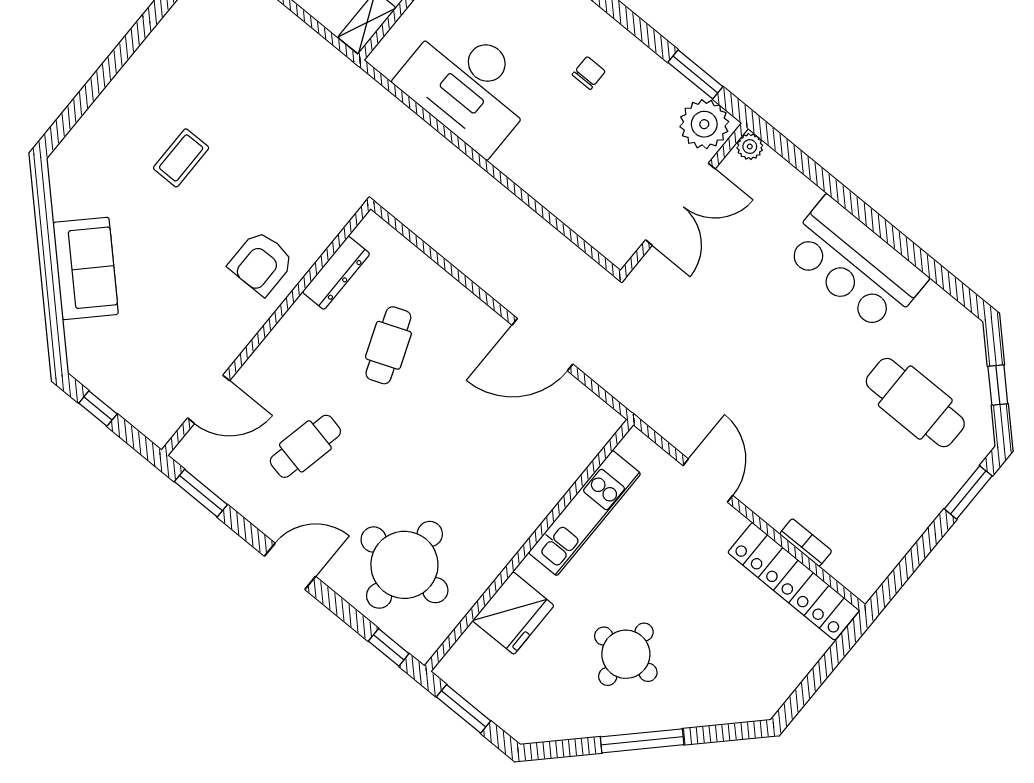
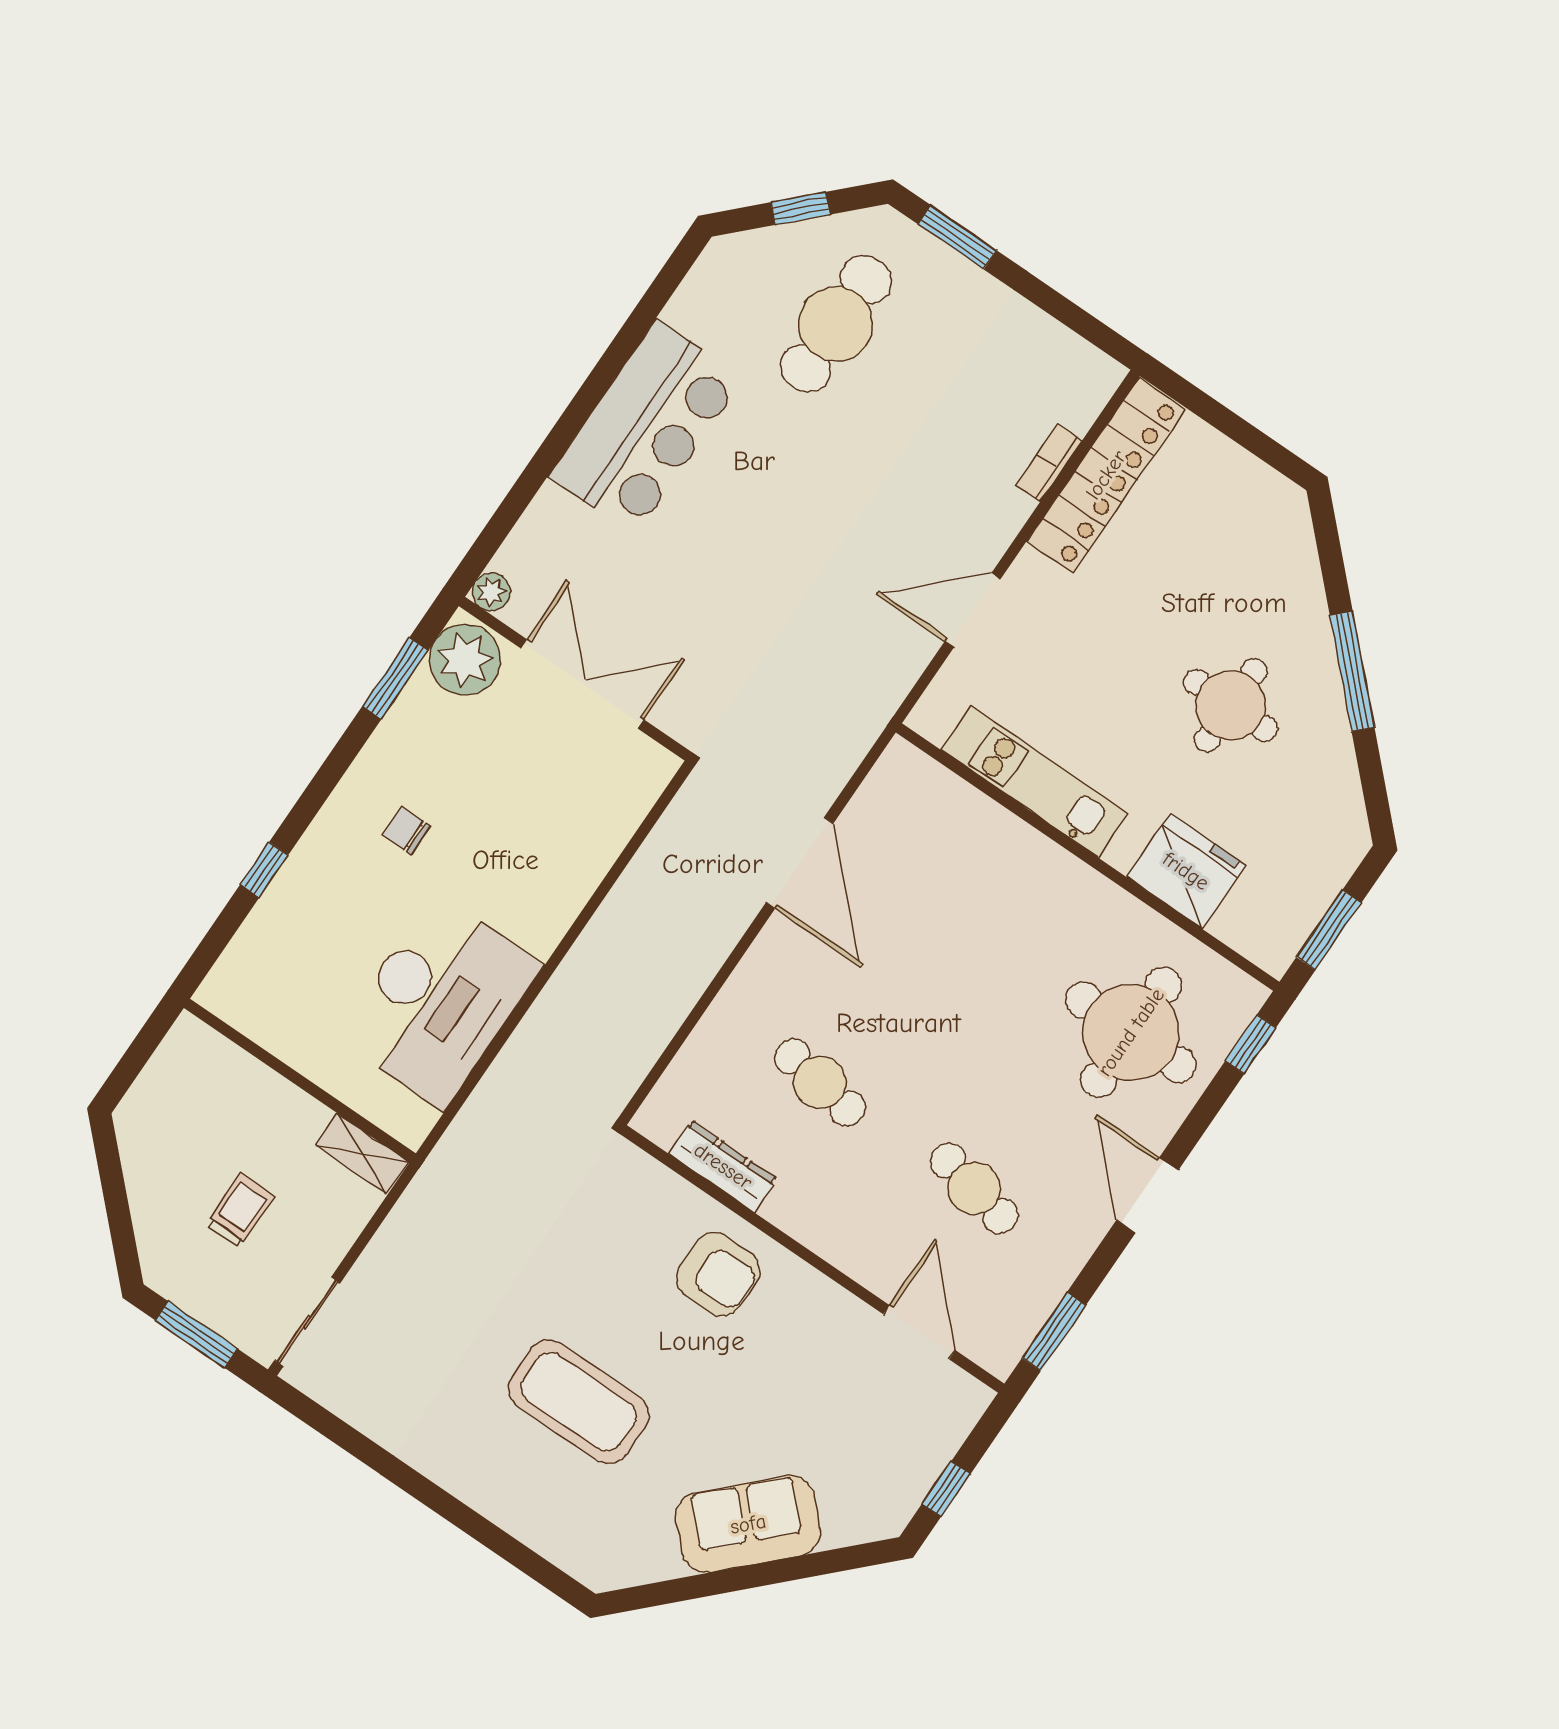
coffee table: (181, 158) -> (578, 1402), width x1.86, depth x1.72
cafe table: (388, 345) -> (820, 1083), turned 30

